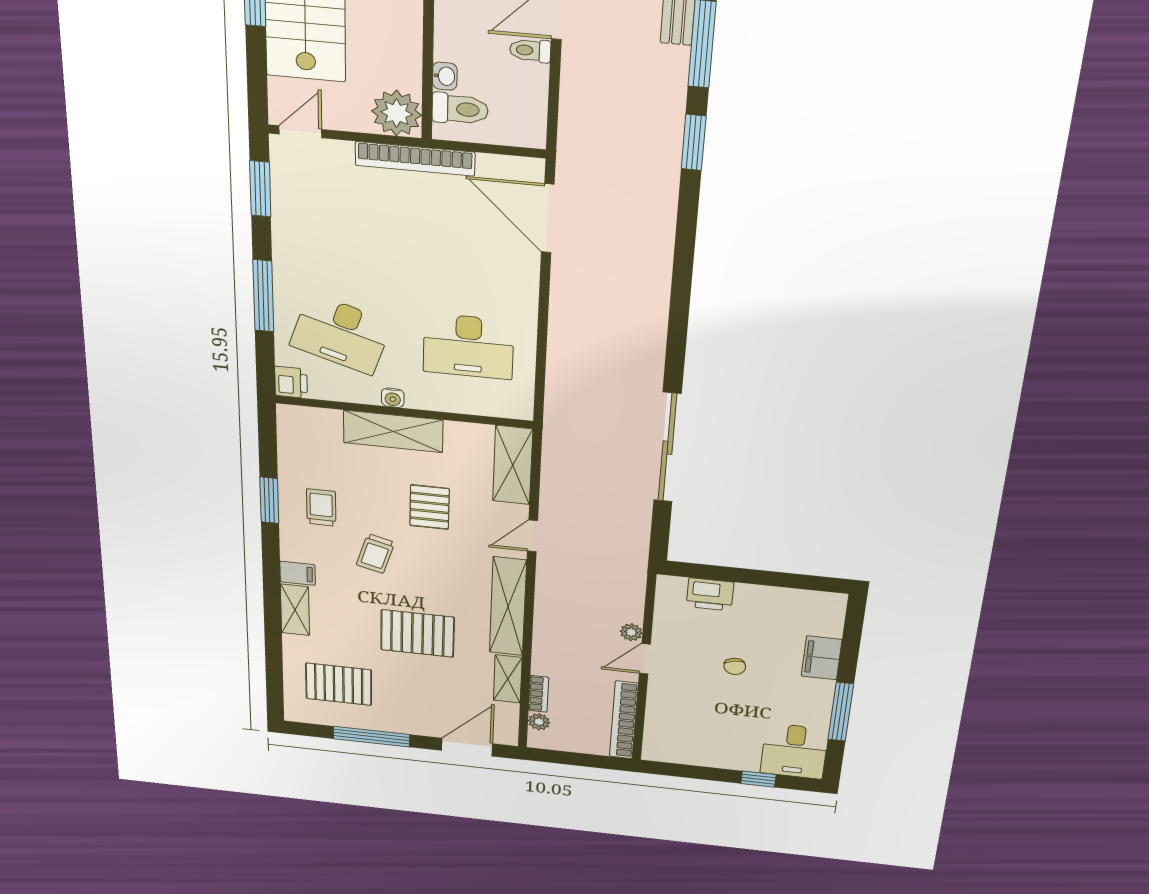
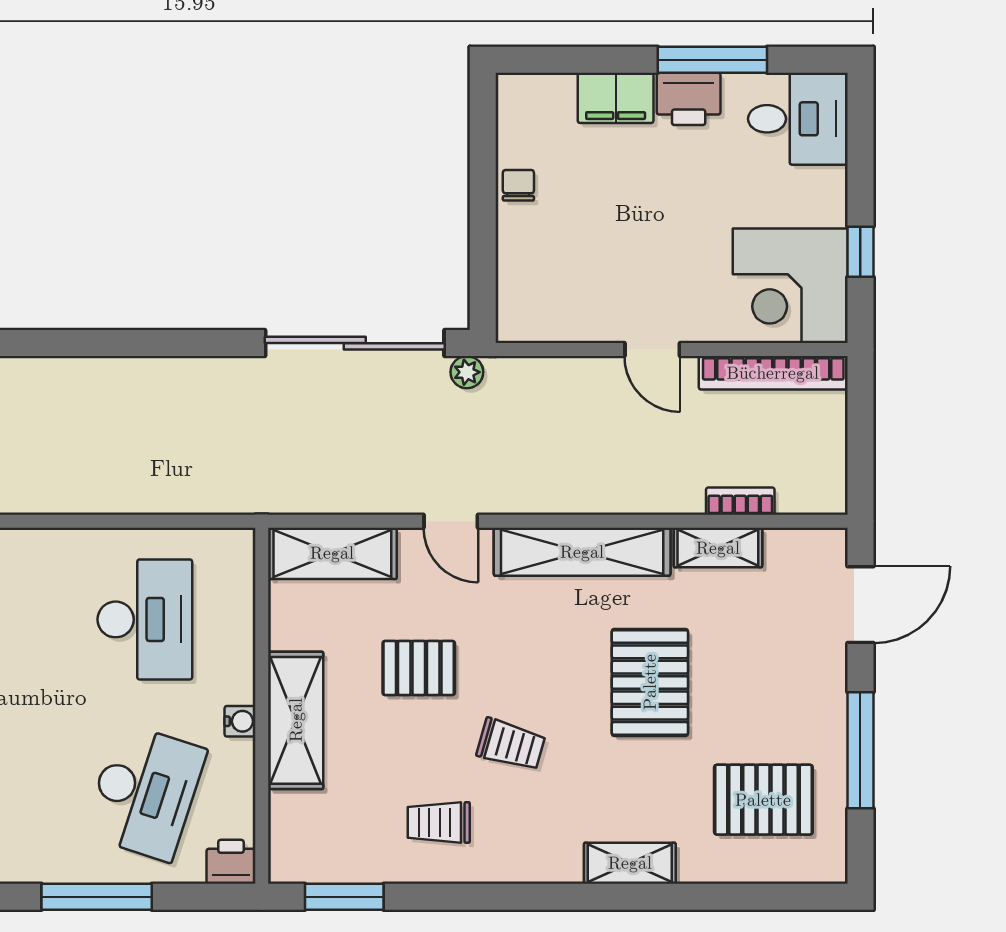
sliding door: (667, 448) -> (355, 343), moved
window: (269, 500) -> (344, 897), moved
filing cabinet: (298, 573) -> (562, 858), removed
printer: (710, 594) -> (689, 99), moved, turned 90
plant: (631, 632) -> (467, 372), moved
chair: (735, 666) -> (518, 185), moved, turned -78
pallet: (339, 684) -> (763, 800), turned 90
plant: (539, 722) -> (794, 498), removed
corner desk: (682, 735) -> (790, 286), added
door: (467, 747) -> (860, 605), swing flipped
window: (758, 779) -> (860, 252), moved

